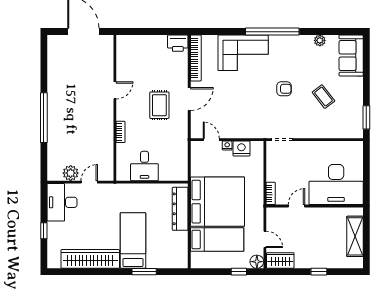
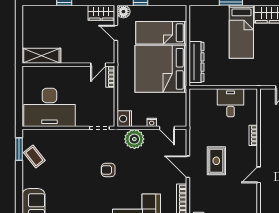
armchair: (284, 89) -> (108, 170), moved
coffee table: (323, 97) -> (34, 156), moved
door: (189, 99) -> (188, 167), hinge flipped
plant: (245, 128) -> (134, 139), added
nightstand: (241, 149) -> (124, 119), moved, turned 90
desk: (336, 184) -> (49, 107), moved, turned 180
door: (296, 206) -> (98, 65), moved
shelving: (355, 236) -> (41, 56), moved, turned 90

